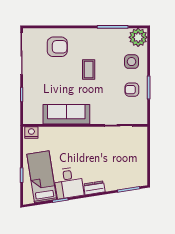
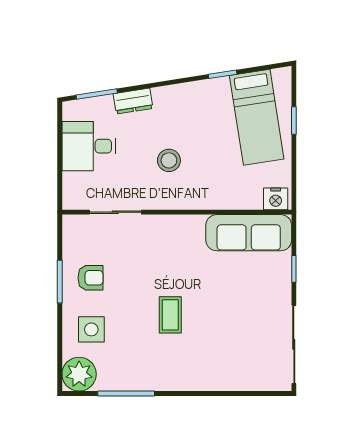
armchair: (57, 47) -> (228, 357), removed
sofa: (66, 114) -> (249, 233), moved
stool: (89, 153) -> (169, 160), added
desk: (69, 183) -> (89, 146), moved, turned -81
dresser: (94, 188) -> (133, 101), moved

